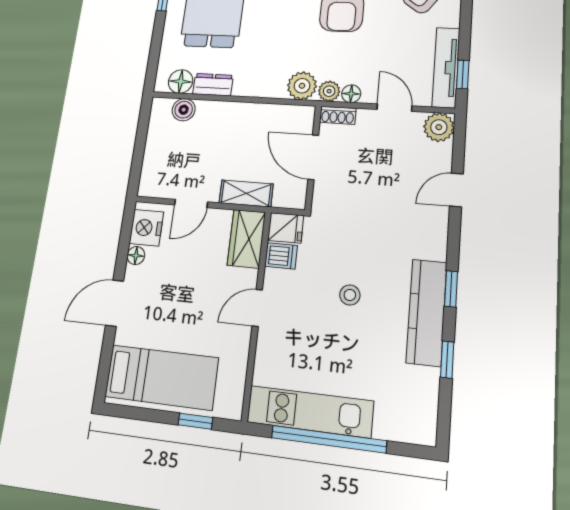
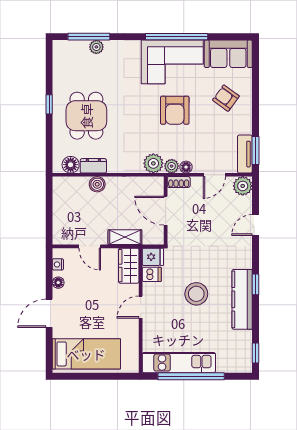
tv unit: (446, 67) -> (245, 154), width x0.71
window: (463, 74) -> (255, 150), width x1.50
door: (394, 108) -> (214, 175), swing flipped
boiler: (184, 110) -> (97, 184), moved
door: (191, 203) -> (90, 246), hinge flipped
nightstand: (146, 228) -> (58, 264), width x0.53, depth x0.56
stool: (350, 295) -> (196, 294), width x1.89, depth x1.89
window: (447, 360) -> (255, 353), moved
window: (195, 421) -> (111, 376), removed

